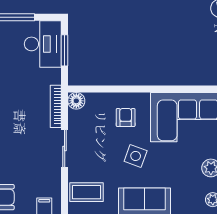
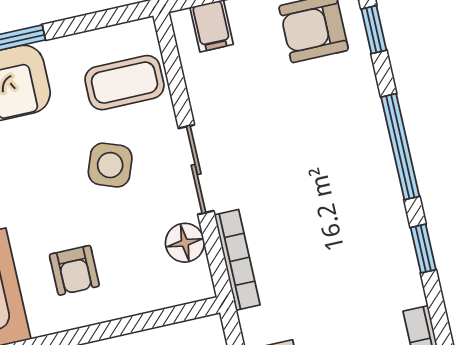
floor lamp: (76, 101) -> (185, 243), moved
side table: (136, 156) -> (110, 165), moved

